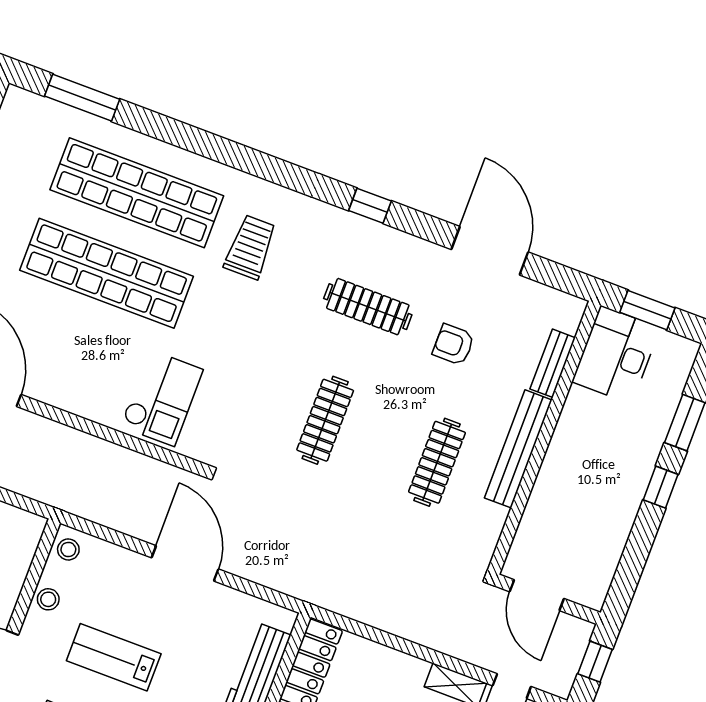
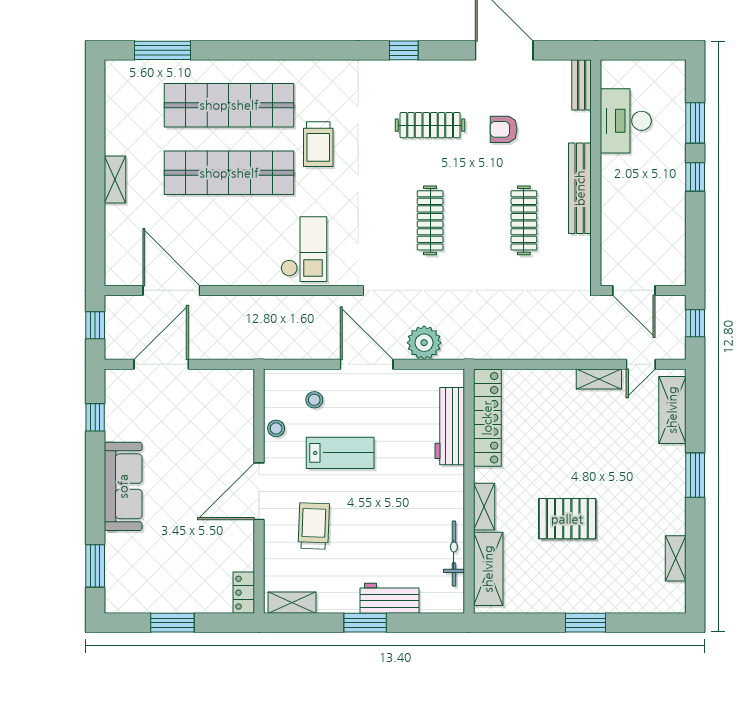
trolley: (250, 247) -> (318, 144), moved, turned 180
window: (647, 310) -> (636, 50), removed
desk: (616, 355) -> (626, 121), moved
bench: (553, 363) -> (582, 85), moved
stool: (68, 549) -> (314, 400), moved
plant: (263, 563) -> (424, 343), added
lab bench: (114, 657) -> (340, 453), turned 180

